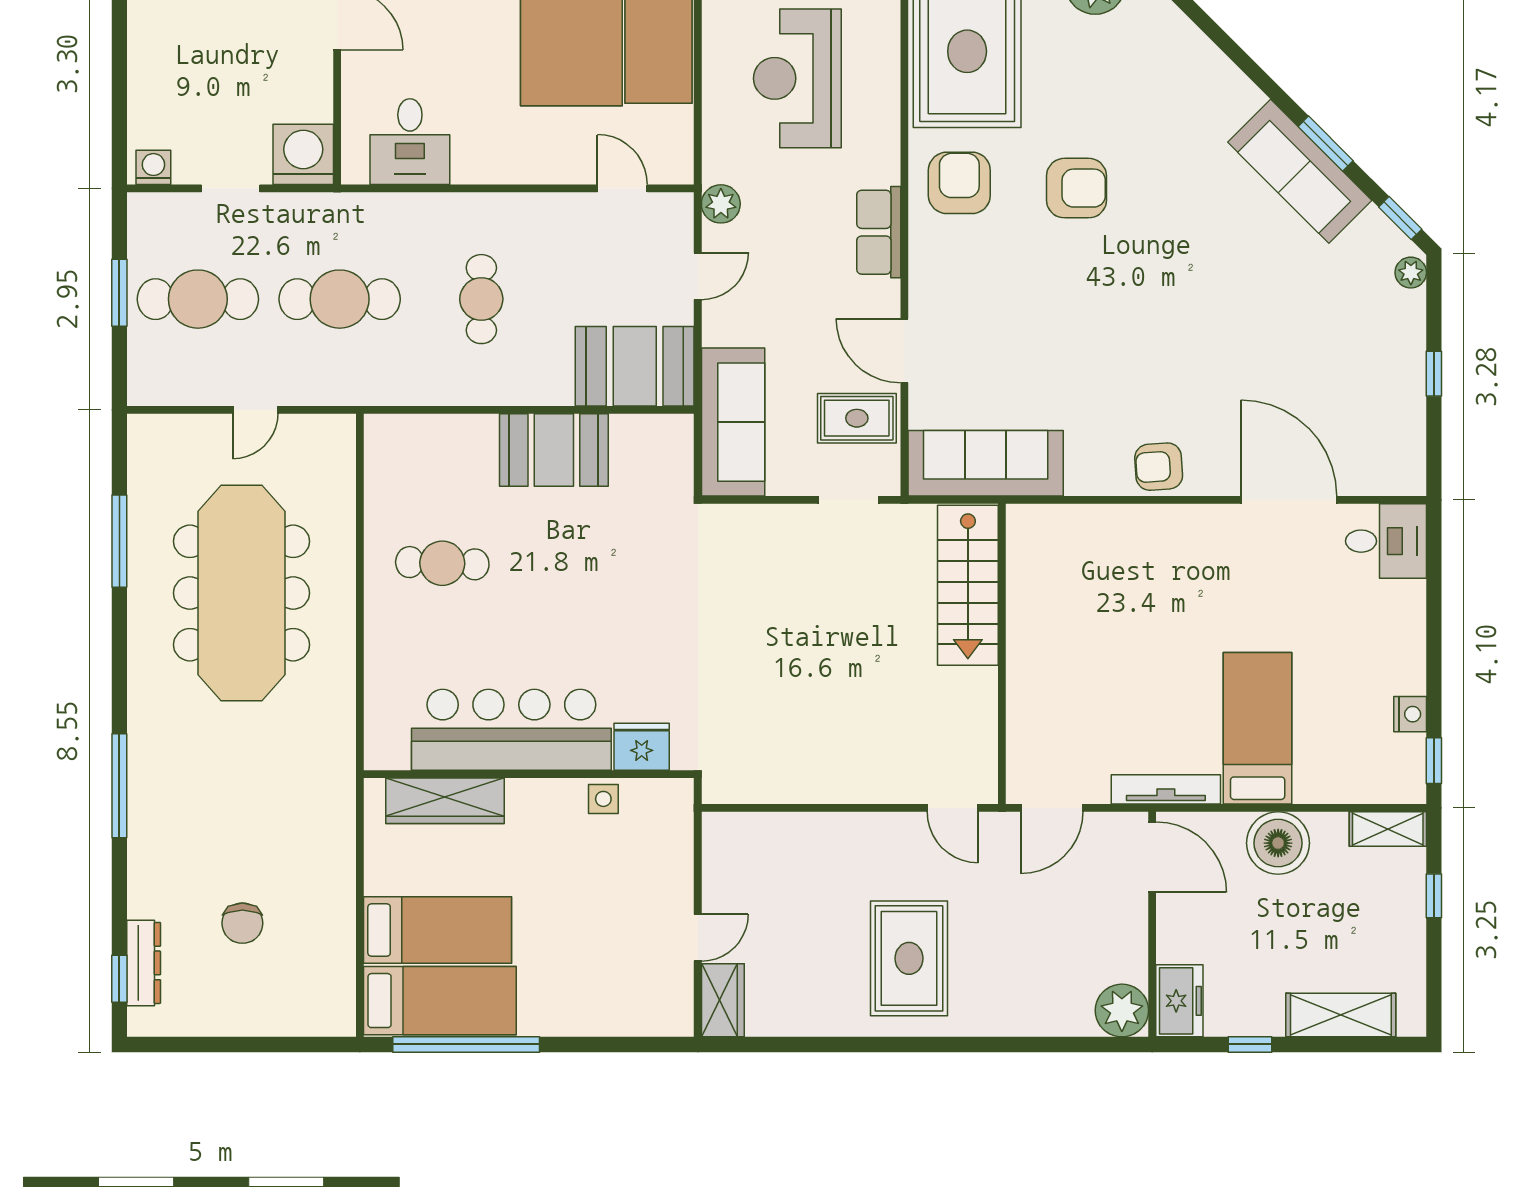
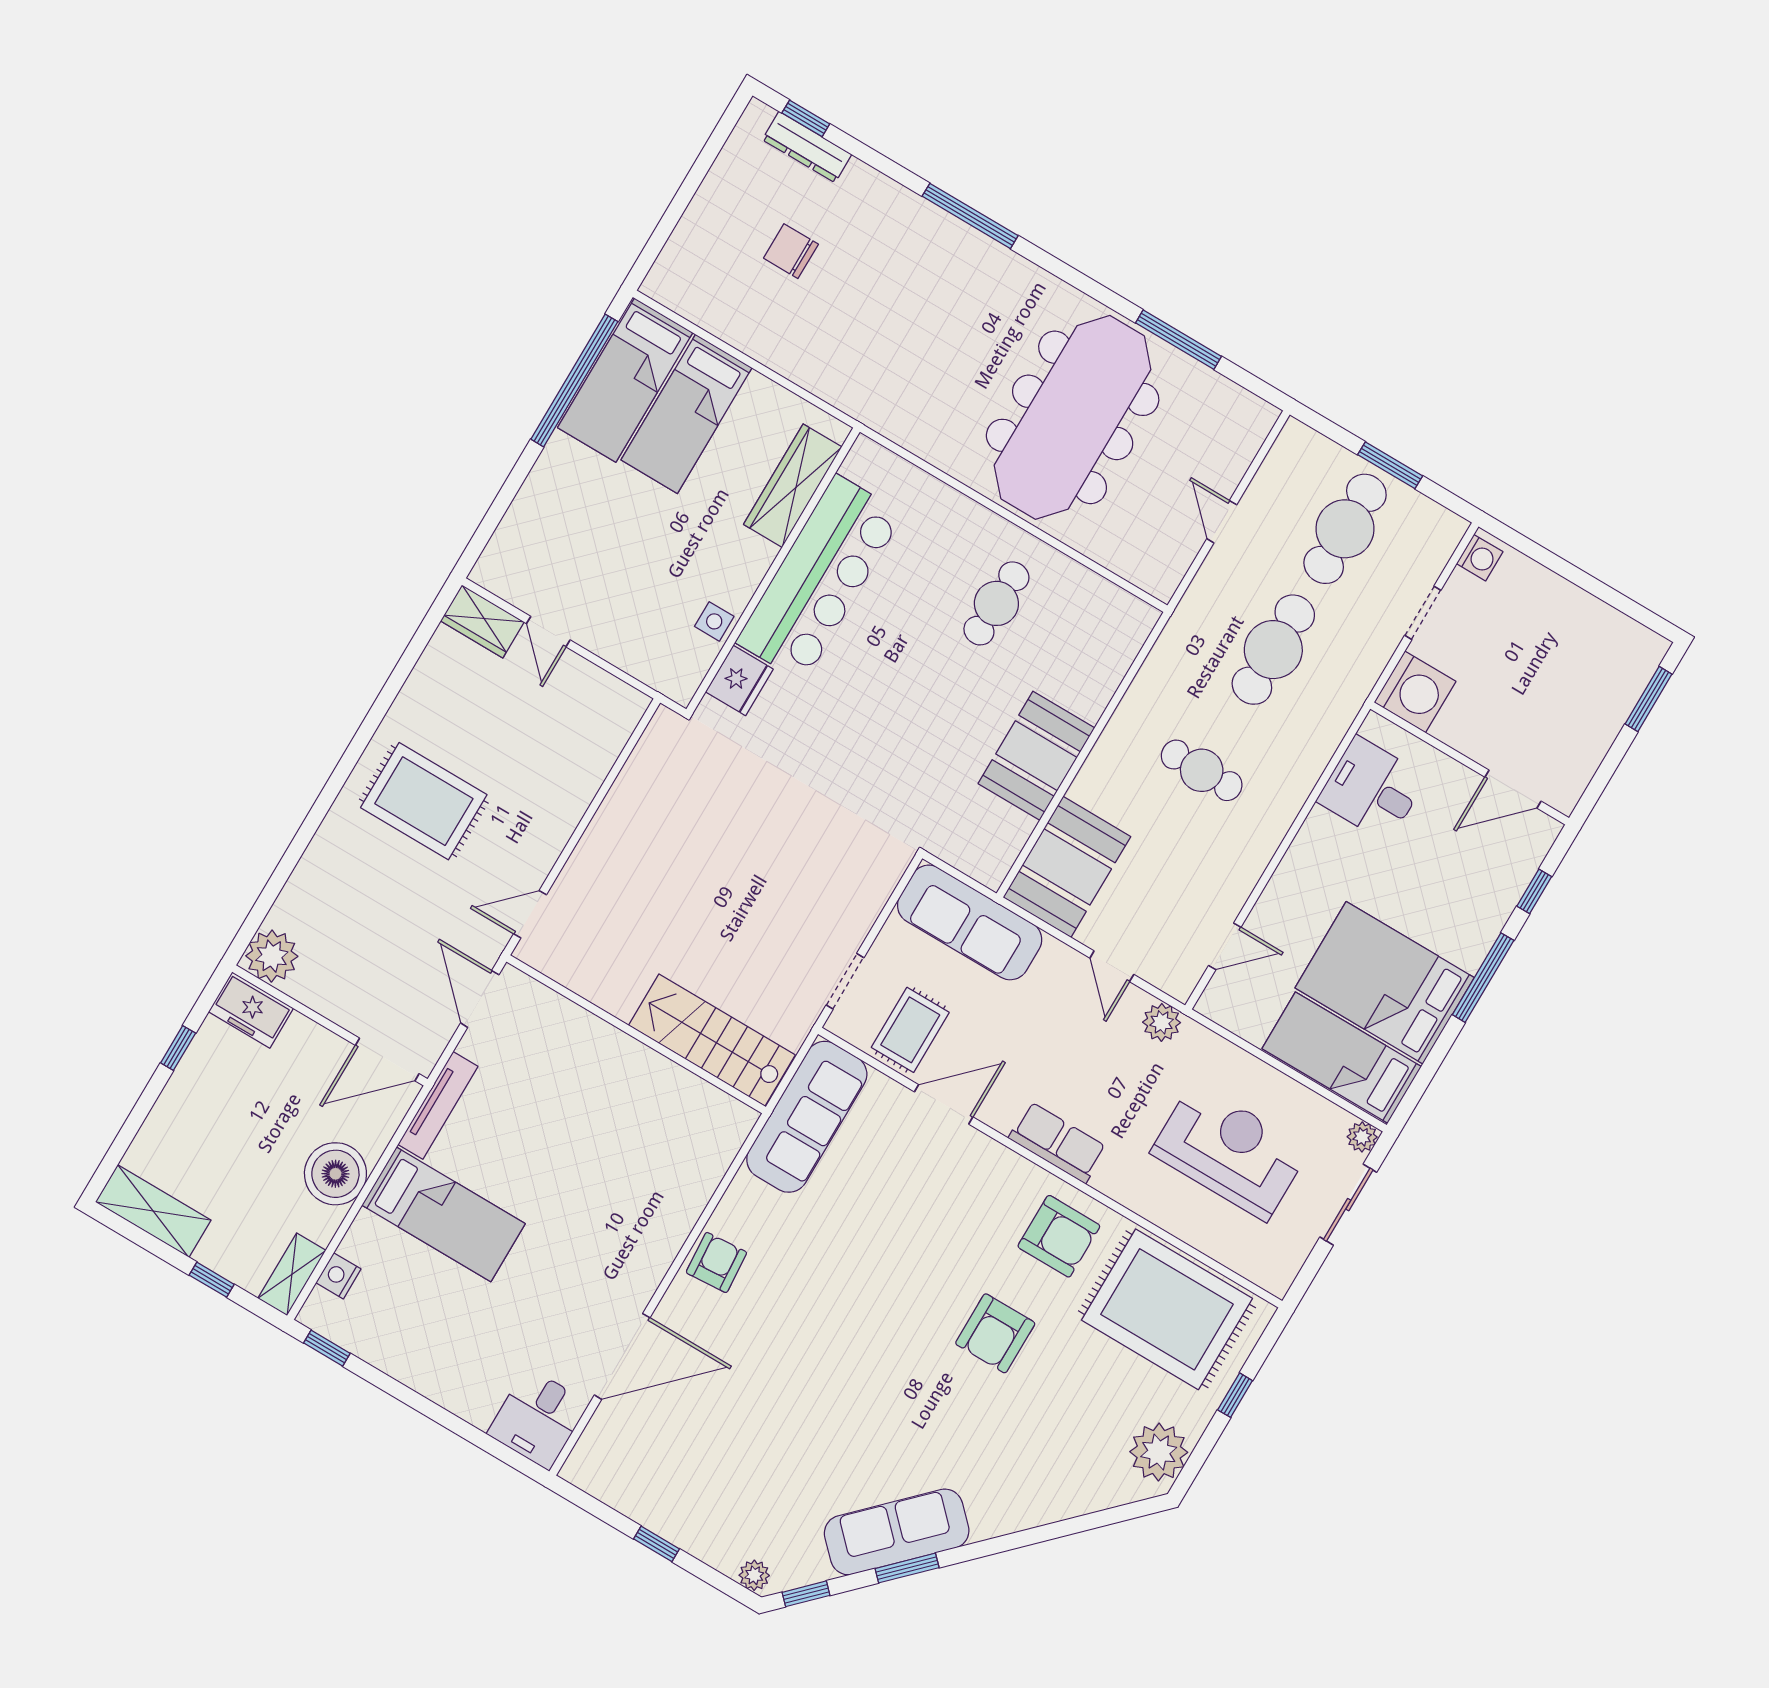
meeting table: (241, 593) -> (1073, 417), turned 90
nightstand: (1410, 714) -> (338, 1276), moved, turned 90
shelving: (1341, 1015) -> (153, 1211), moved, turned 90

